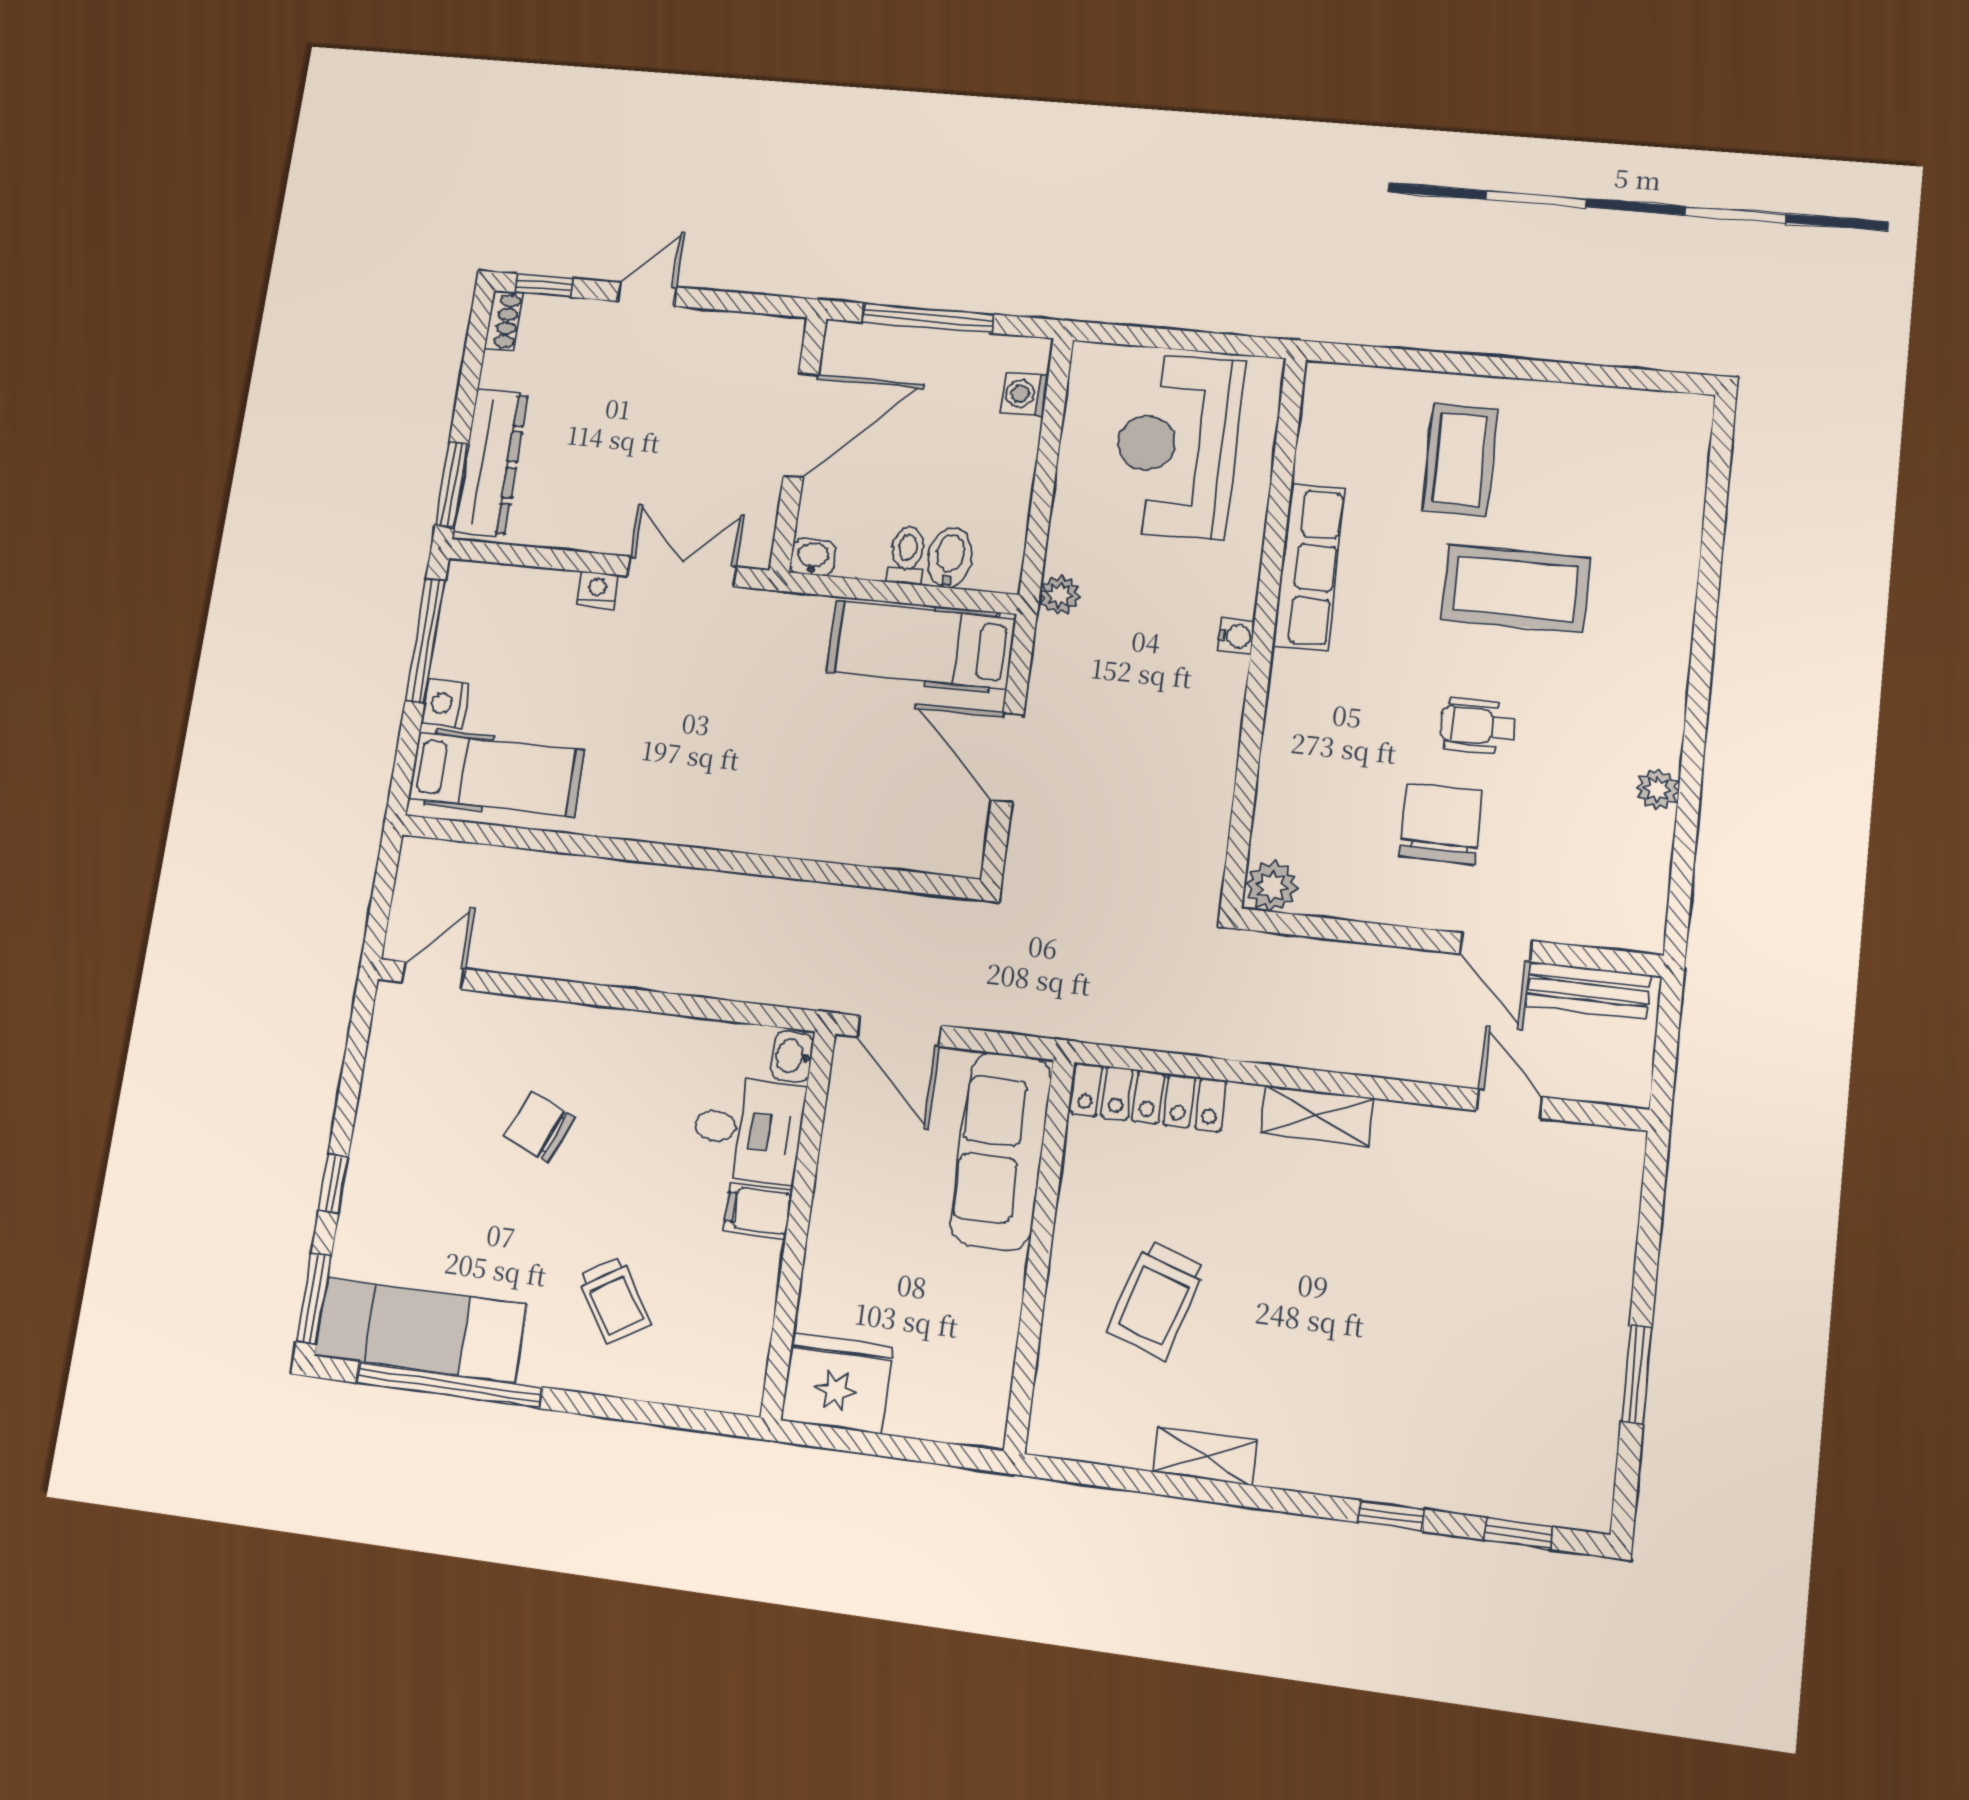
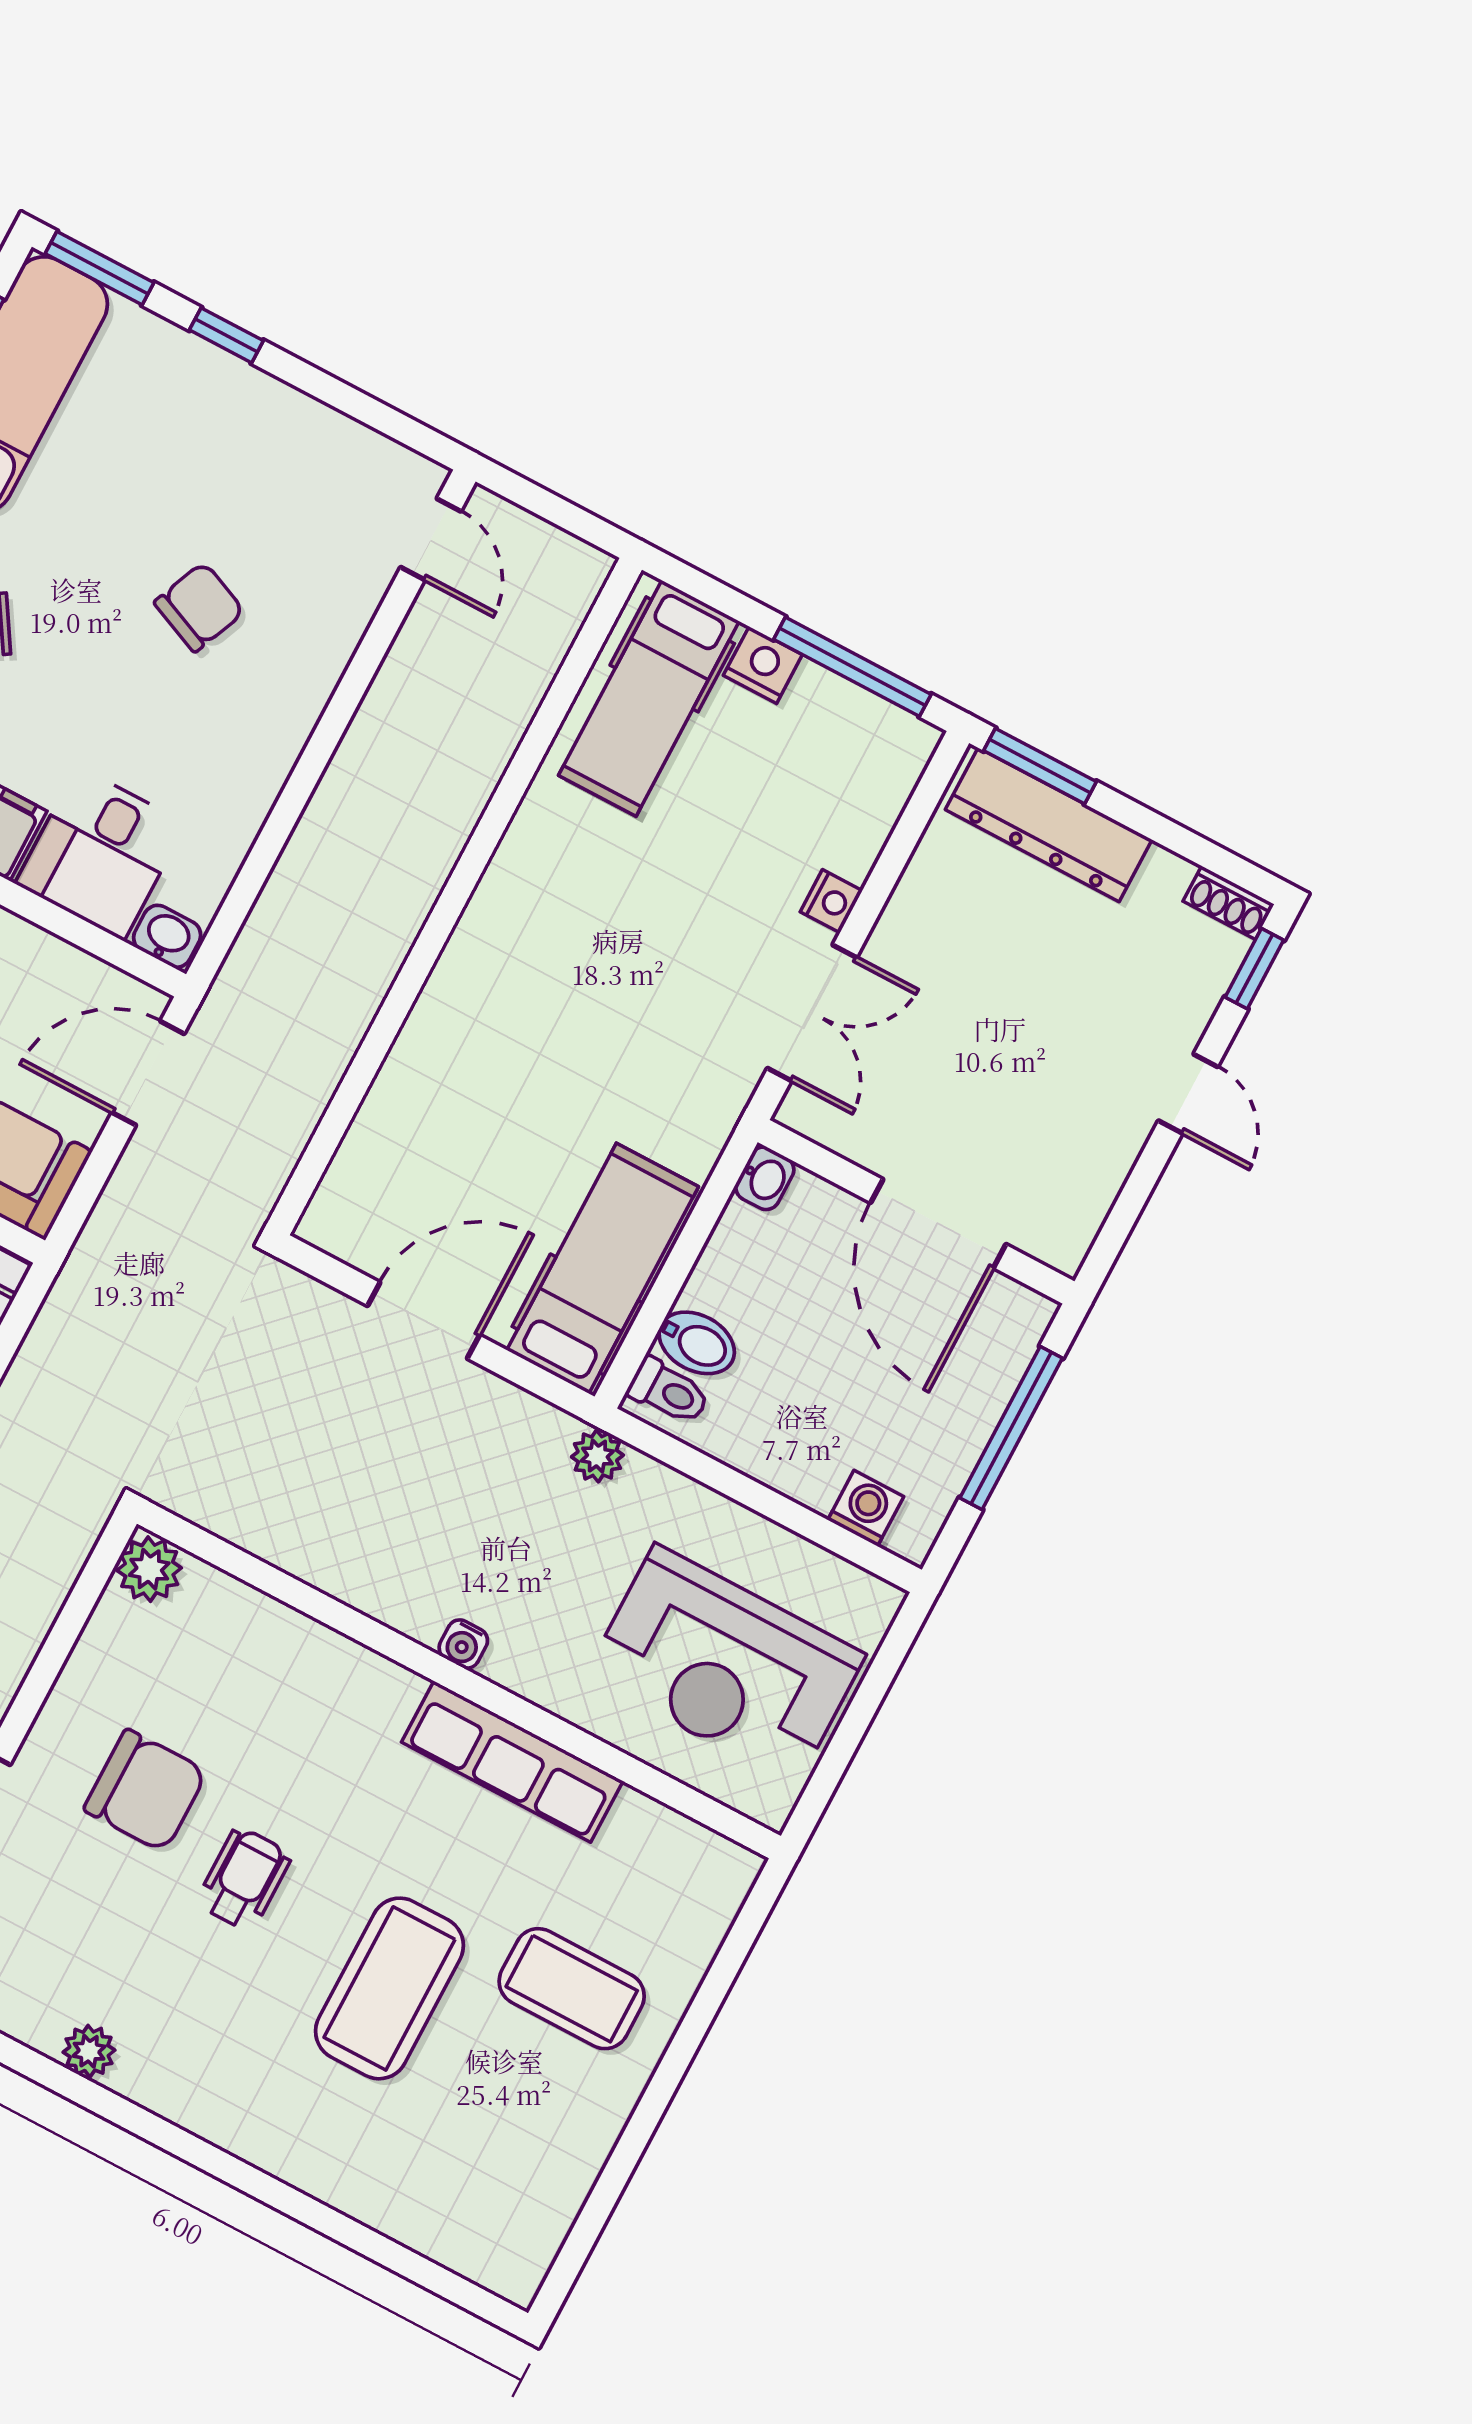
reception desk: (1177, 446) -> (725, 1665), turned 180
toilet: (907, 555) -> (669, 1391), moved

